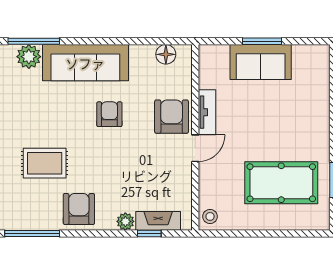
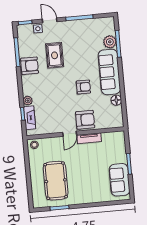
floor lamp: (166, 54) -> (116, 100), moved
sofa: (261, 62) -> (120, 180), moved
door: (195, 148) -> (70, 134), hinge flipped
armchair: (79, 209) -> (30, 66), moved

